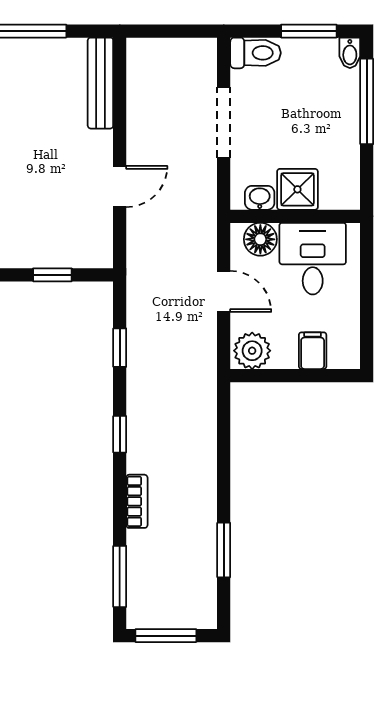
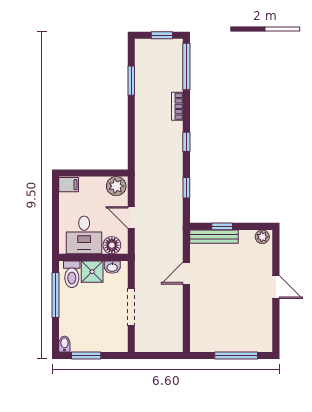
toilet: (256, 53) -> (72, 274), moved, turned -90
bench: (100, 83) -> (214, 237), moved, turned 90
window: (367, 101) -> (55, 295), moved
filing cabinet: (313, 351) -> (69, 185), moved, turned -90
window: (120, 576) -> (186, 67), width x1.44
window: (166, 636) -> (162, 35), width x0.67

